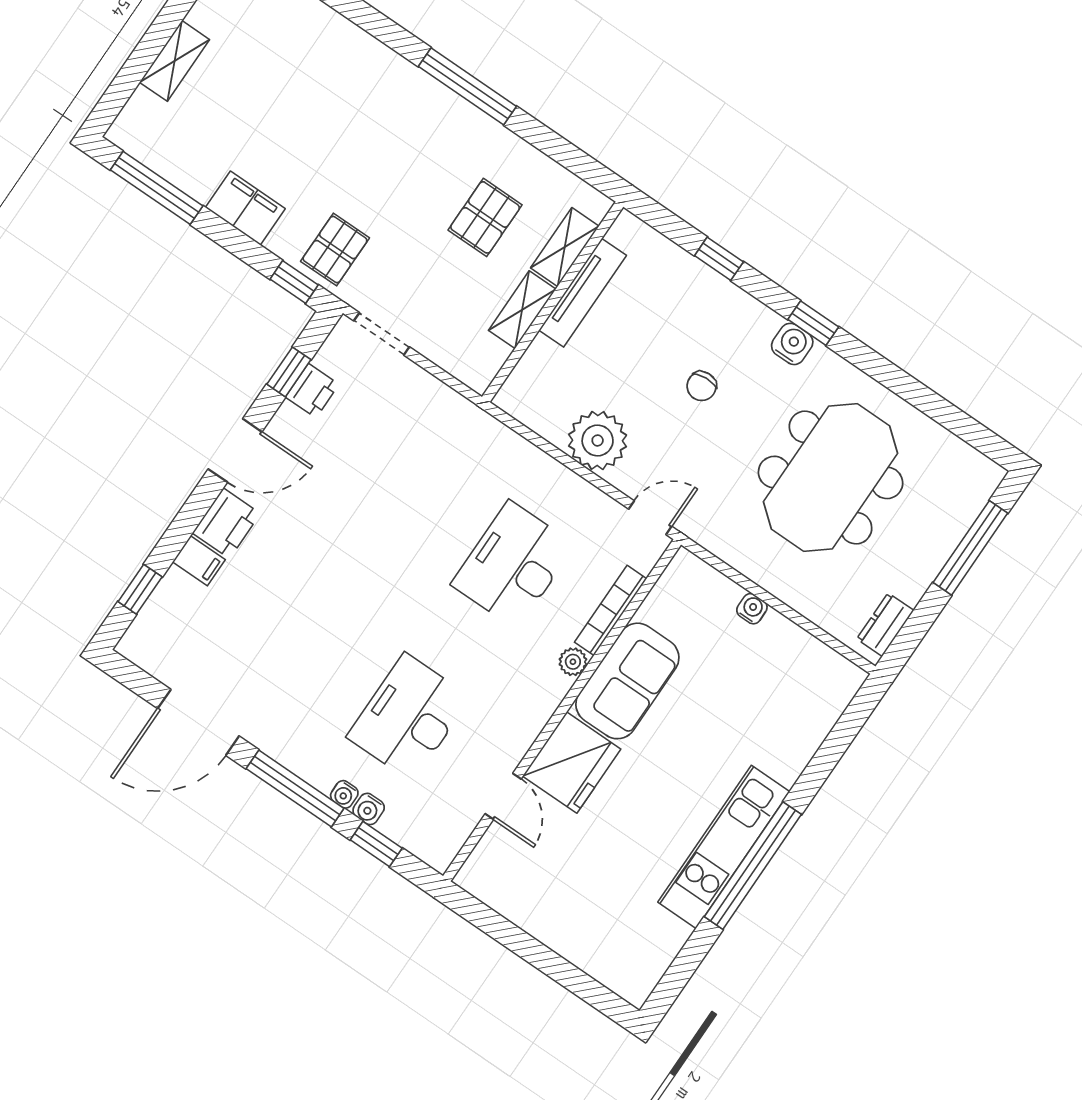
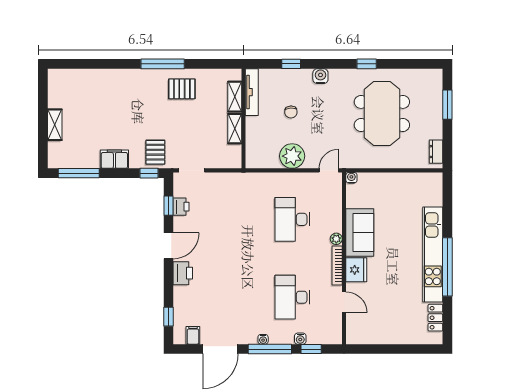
pallet: (485, 217) -> (182, 89), moved, turned 90
tv unit: (583, 293) -> (252, 92), moved
window: (813, 323) -> (367, 64), moved
water cooler: (792, 344) -> (320, 76), moved
chair: (702, 386) -> (291, 112), moved
window: (970, 548) -> (447, 105), width x0.69
filing cabinet: (199, 561) -> (193, 335), moved, turned -90
water cooler: (752, 609) -> (351, 178), moved
bookcase: (611, 610) -> (337, 266), moved
fridge: (572, 763) -> (356, 270), width x0.73, depth x0.75
water cooler: (344, 794) -> (263, 339), moved
kitchen unit: (724, 847) -> (433, 255), width x1.36
locker: (661, 949) -> (435, 318), added

